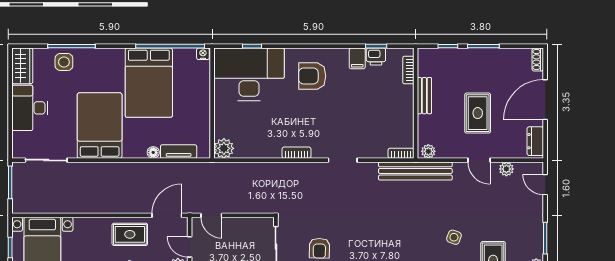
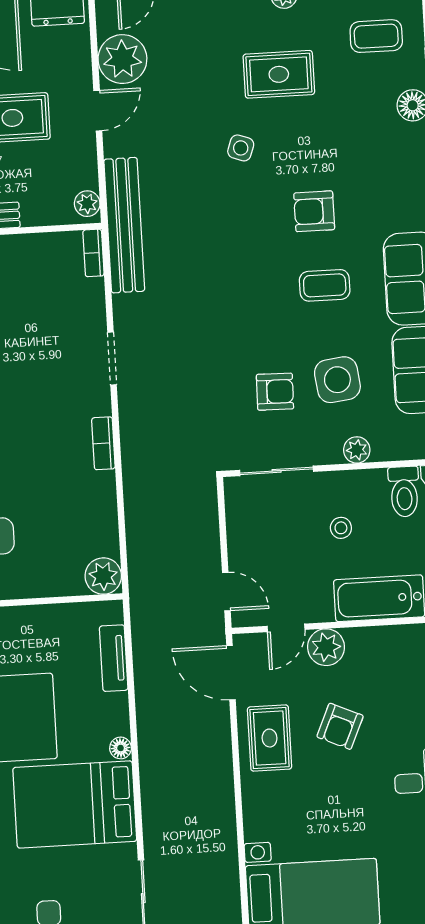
floor lamp: (153, 152) -> (121, 748), moved
plant: (506, 169) -> (122, 59), width x1.88, depth x1.88
door: (211, 215) -> (226, 592), hinge flipped

